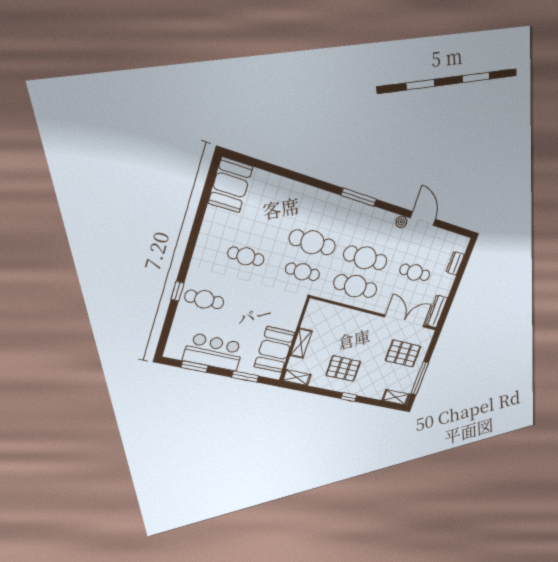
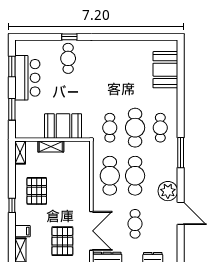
booth: (231, 185) -> (165, 70), moved, turned 90
door: (423, 219) -> (181, 213), hinge flipped
plant: (401, 222) -> (168, 191), width x1.87, depth x1.87
cafe table: (246, 256) -> (160, 128), moved
booth: (275, 350) -> (63, 126), moved
filing cabinet: (378, 392) -> (22, 231), added

